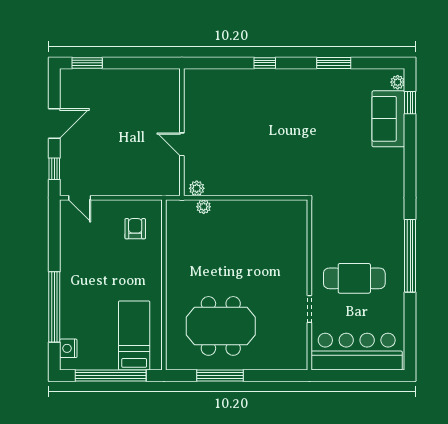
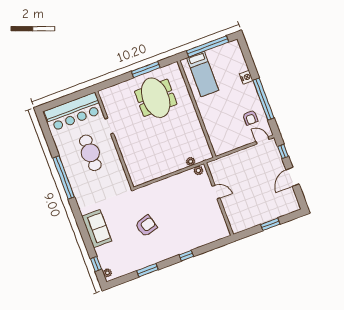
window: (87, 63) -> (270, 224), moved
sofa: (388, 119) -> (97, 229), moved
armchair: (310, 133) -> (146, 226), added
armchair: (135, 229) -> (250, 118), moved
cafe table: (354, 278) -> (90, 153), turned 90
window: (54, 307) -> (263, 99), moved
meeting table: (221, 326) -> (156, 98), turned 90
nightstand: (68, 348) -> (246, 77), moved

